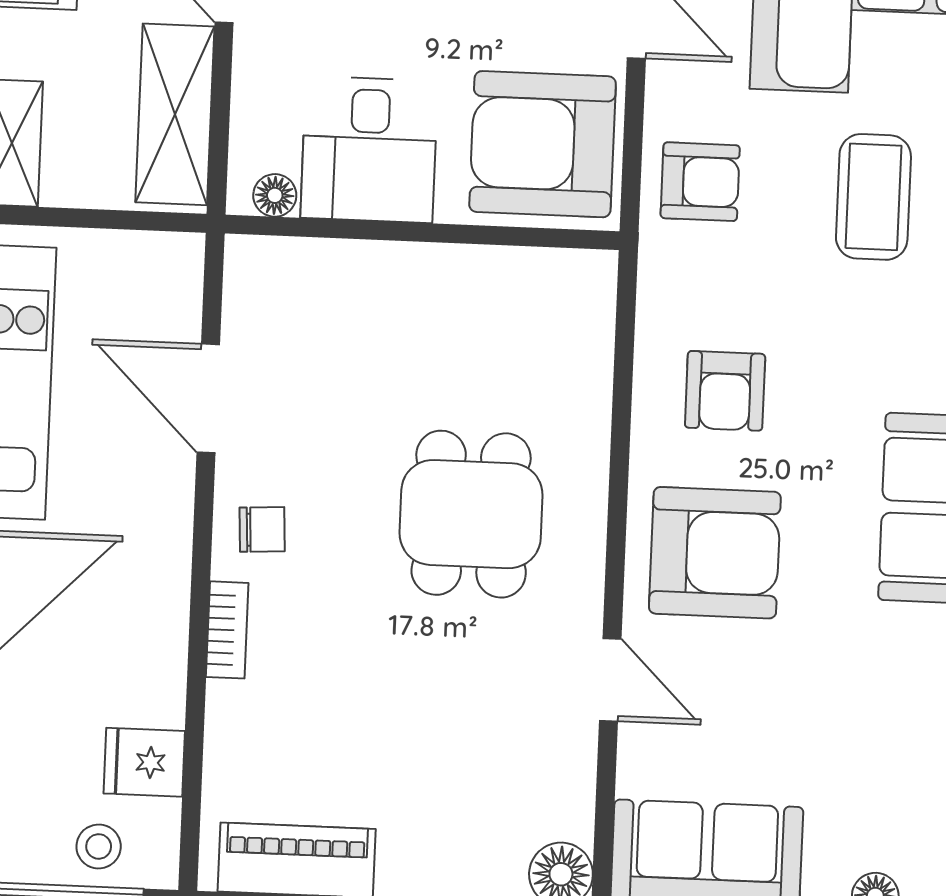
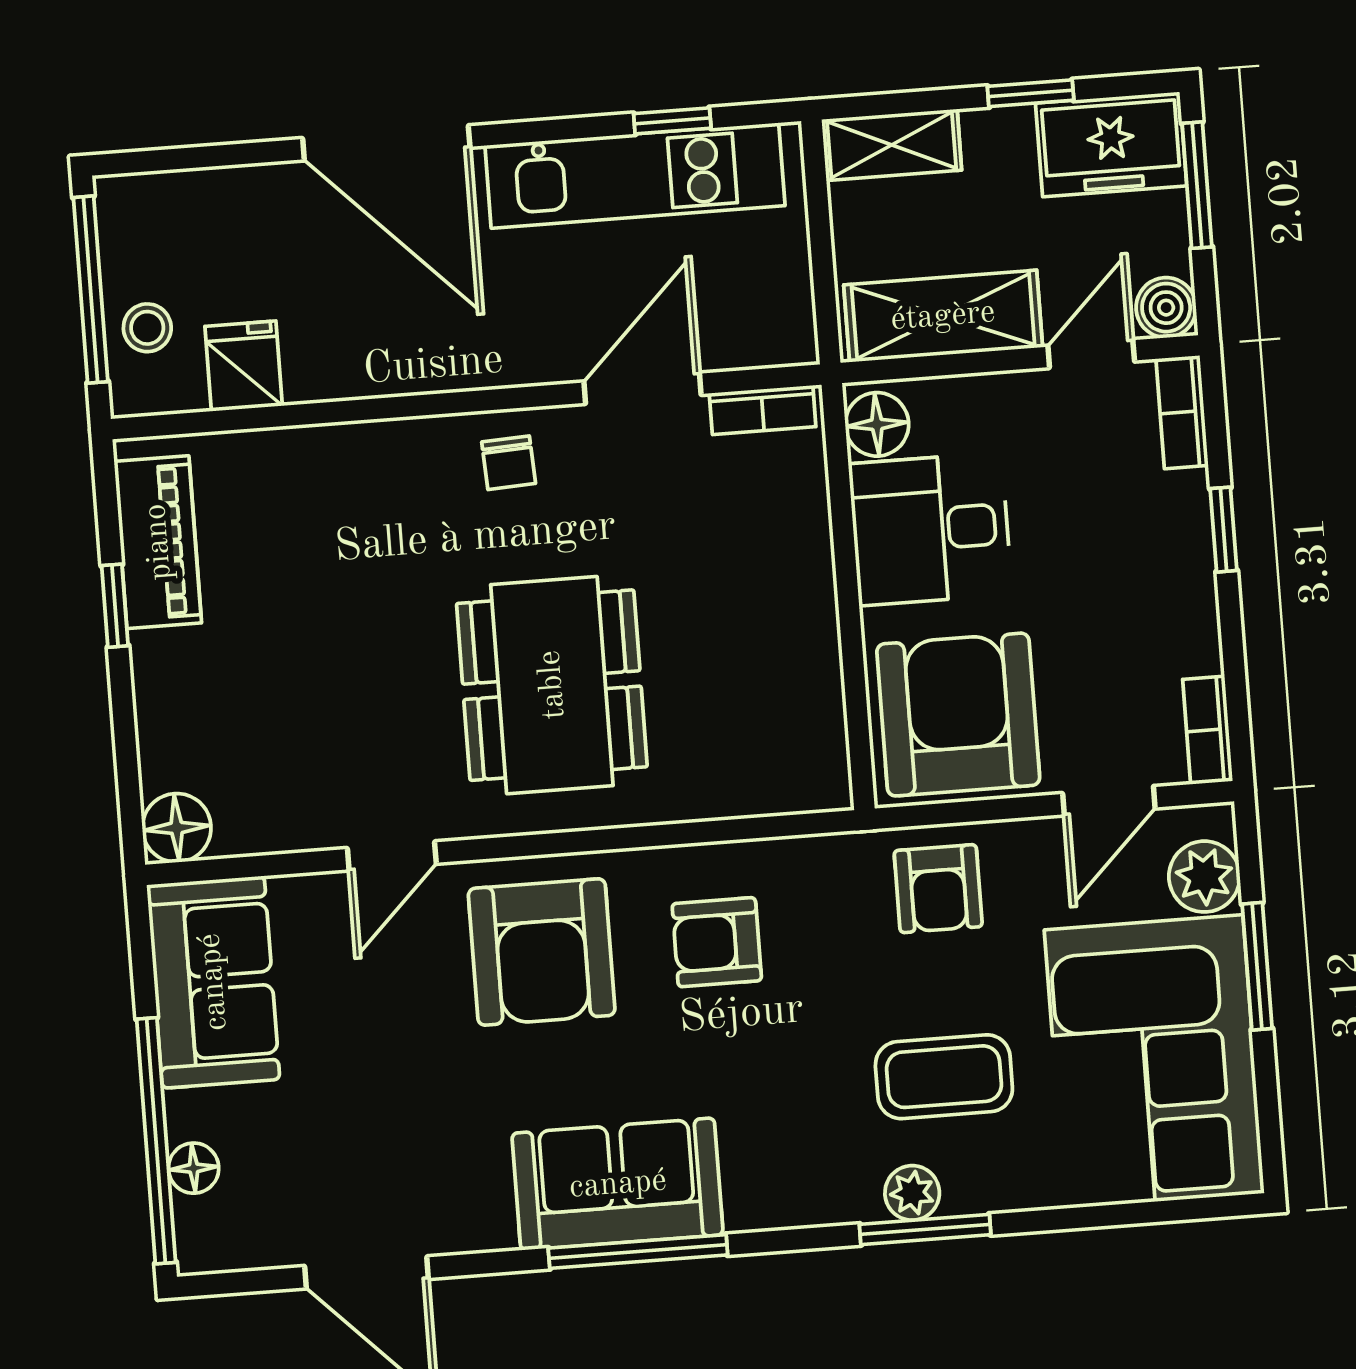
floor lamp: (275, 195) -> (877, 424), width x1.37, depth x1.37
dining table: (471, 514) -> (552, 685), width x1.37
bookcase: (227, 630) -> (763, 410), moved

